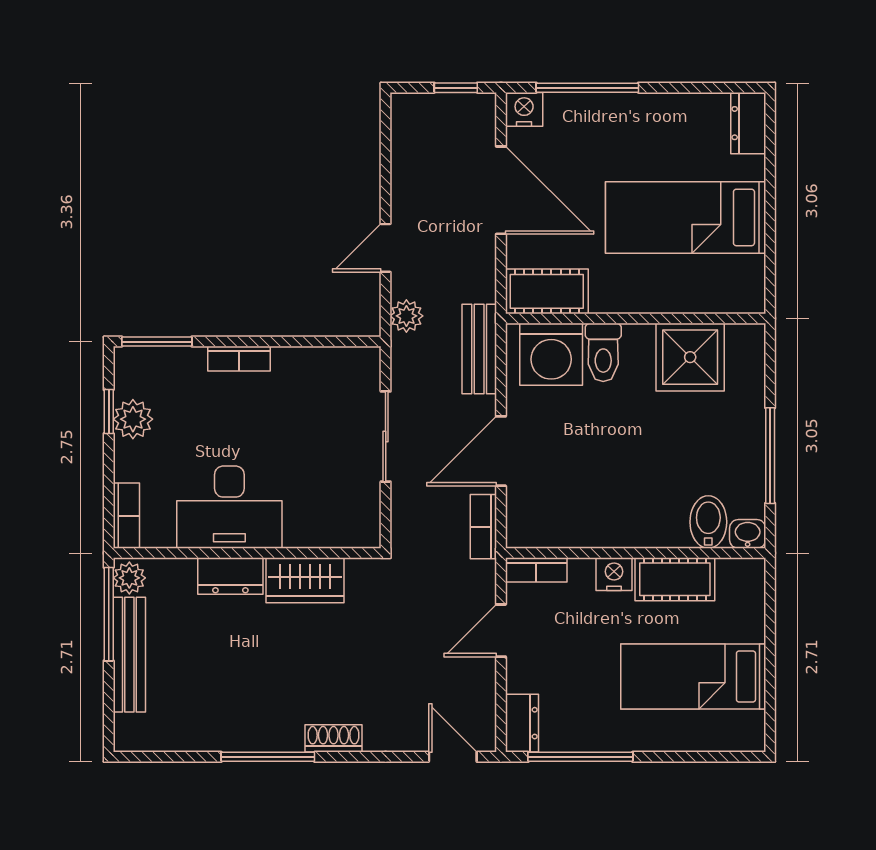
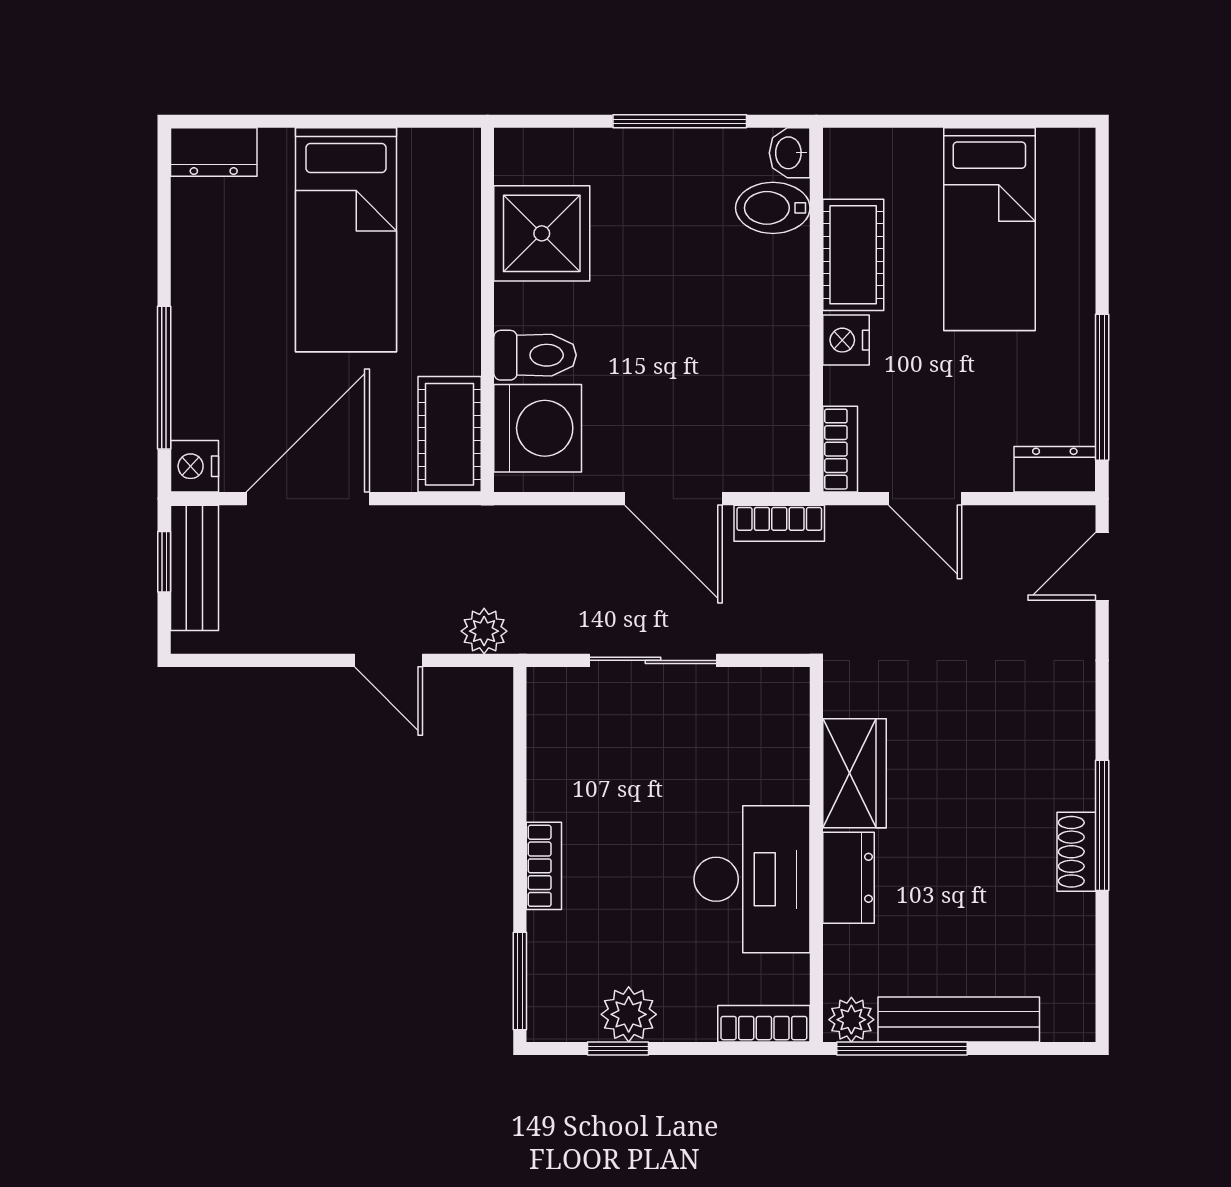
bench: (479, 349) -> (194, 568), moved, turned 90
shoe rack: (333, 738) -> (1076, 852), moved

